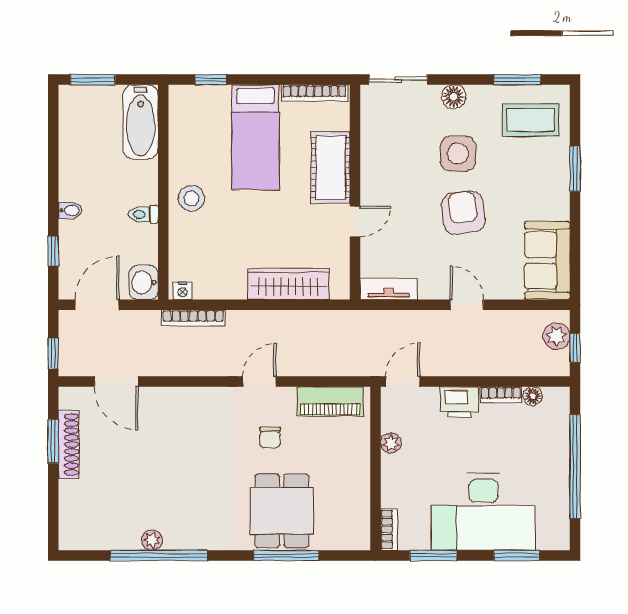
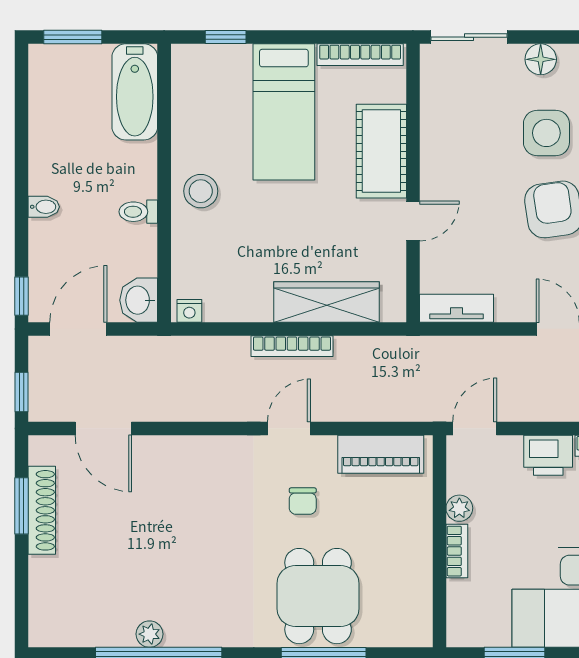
window: (53, 251) -> (21, 296), moved
bookcase: (193, 318) -> (292, 346), moved
bookcase: (389, 530) -> (457, 551), moved

